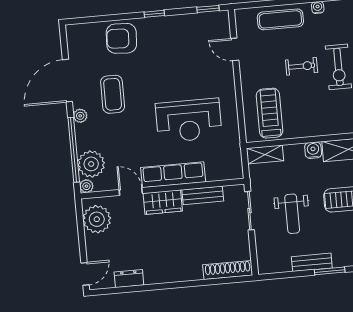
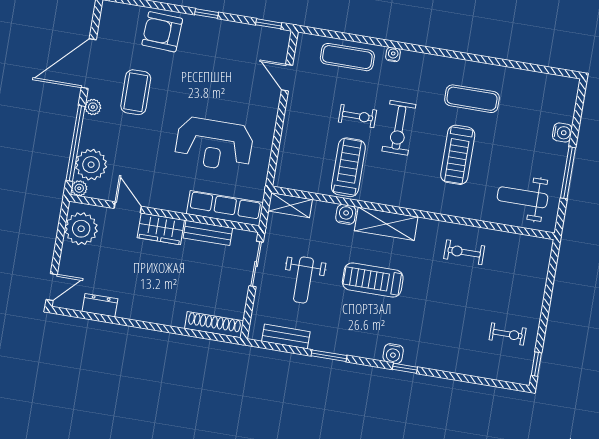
treadmill: (270, 113) -> (348, 167), moved
row of seats: (173, 175) -> (225, 208), moved
bench: (312, 262) -> (286, 336), moved

